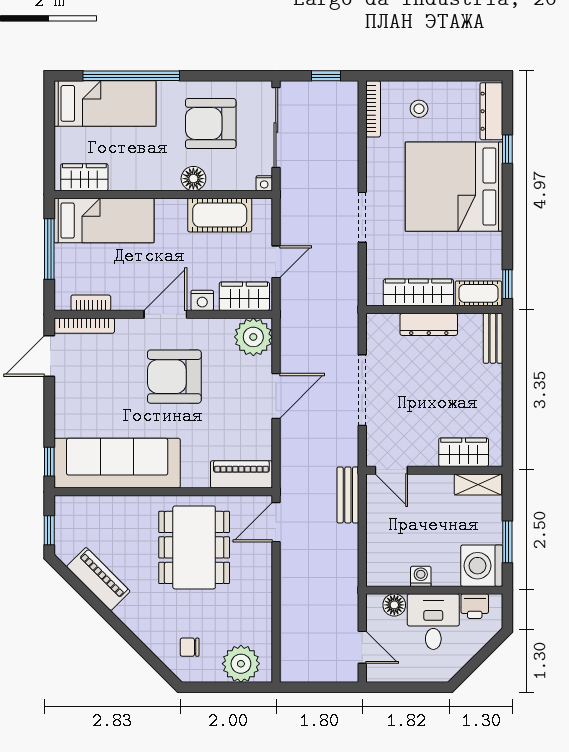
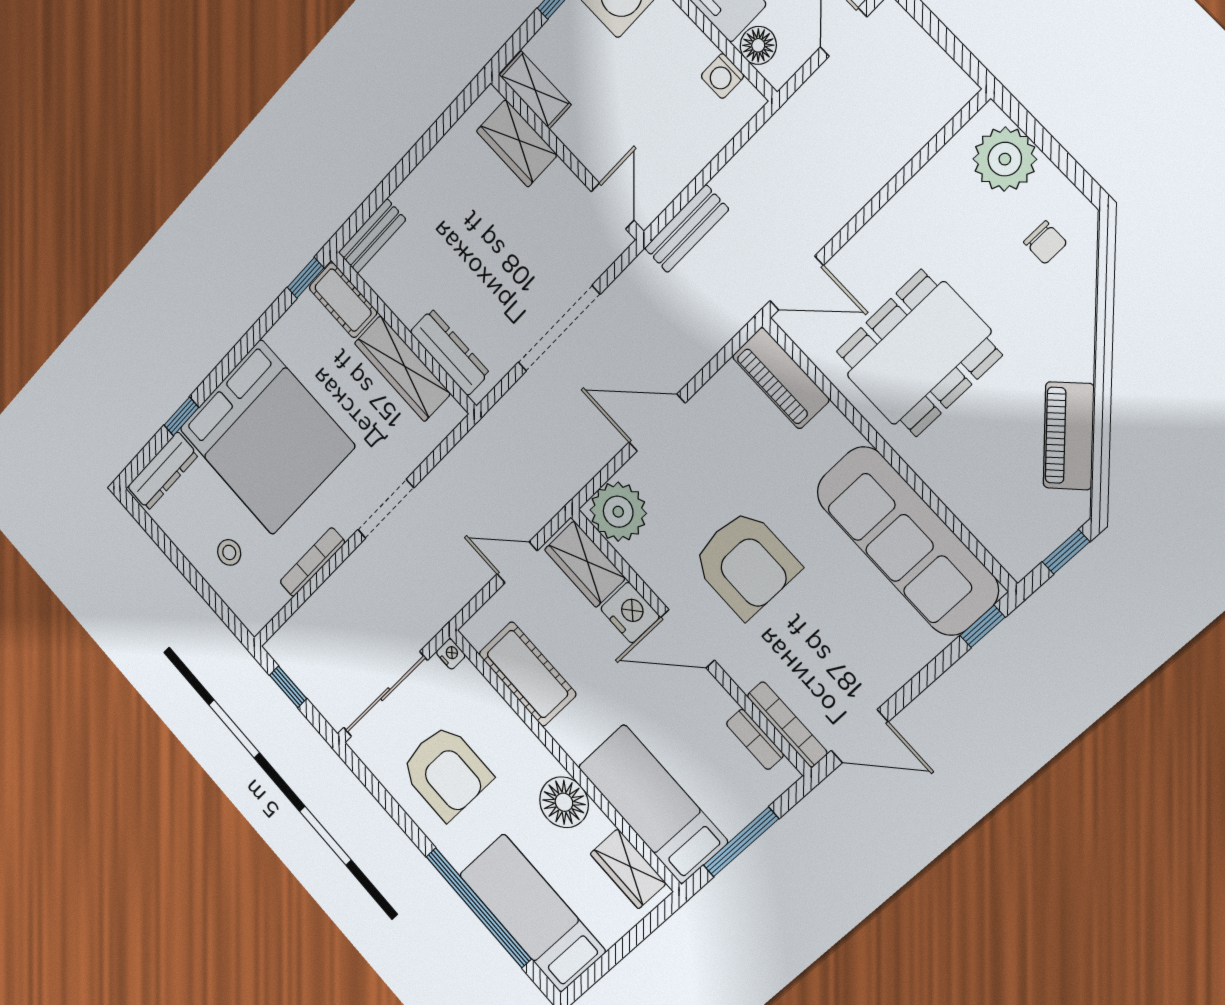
bookcase: (373, 109) -> (312, 562), moved
floor lamp: (193, 179) -> (564, 802), moved, width x1.38, depth x1.38
nightstand: (202, 300) -> (630, 613), width x1.36, depth x1.33
dresser: (429, 324) -> (450, 352), moved
washing machine: (421, 576) -> (722, 76), moved

